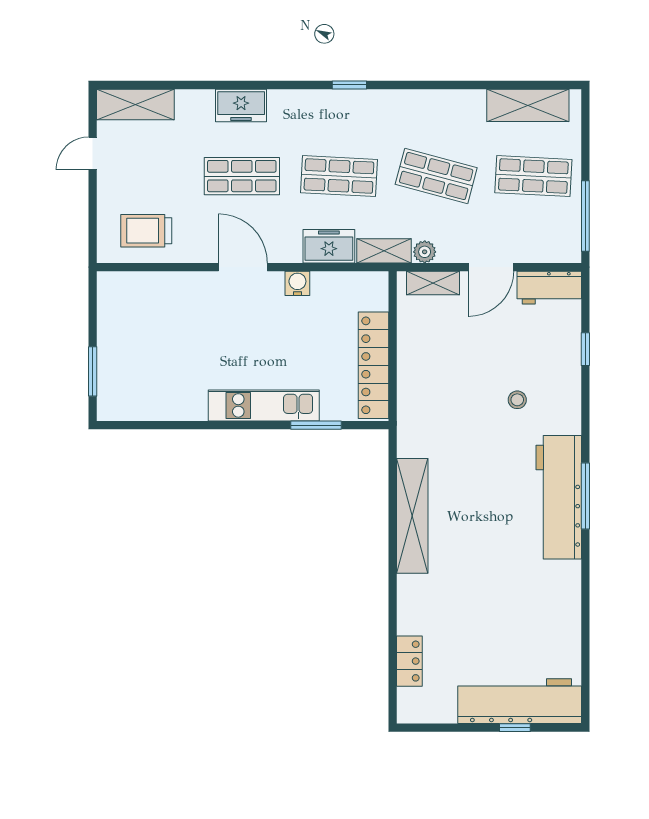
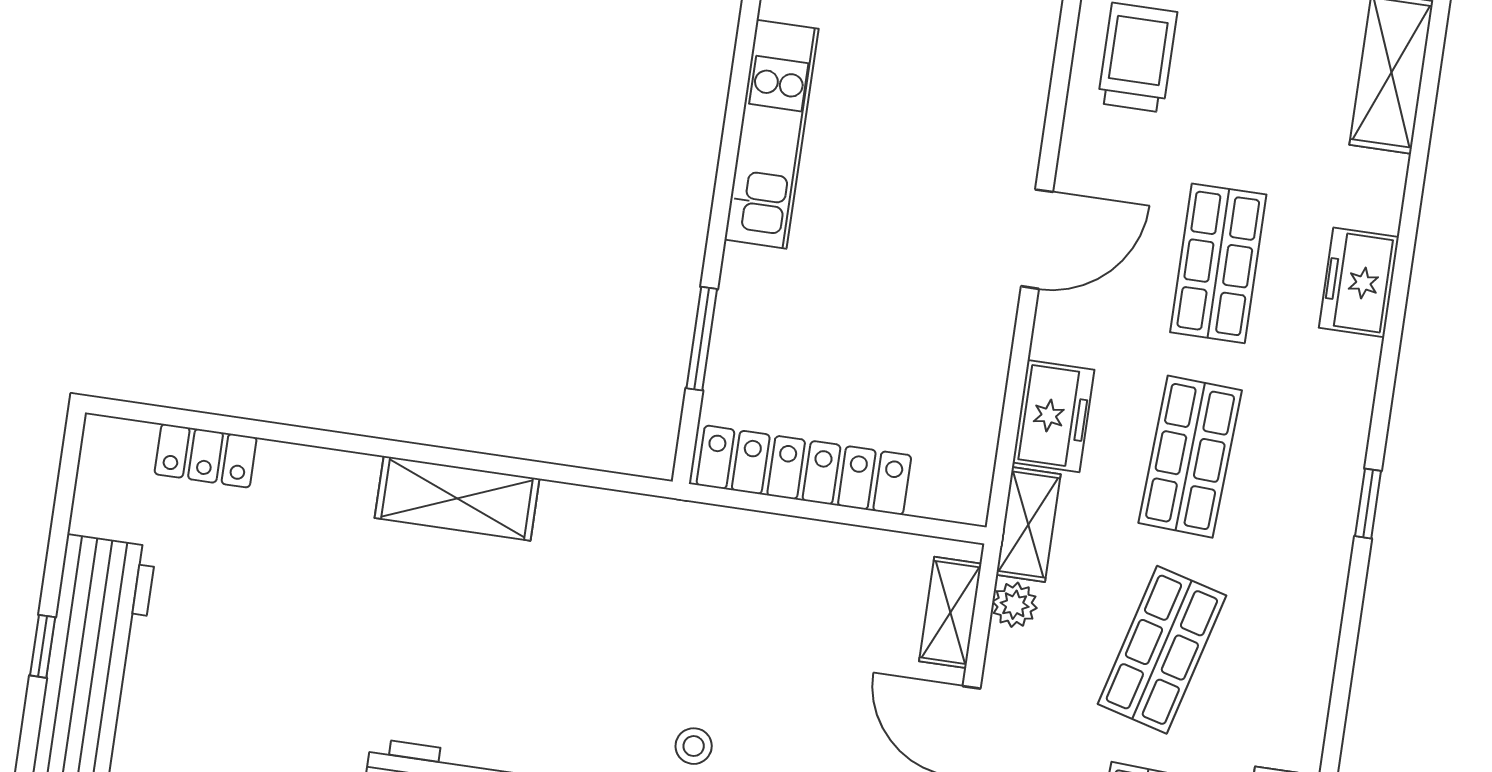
water cooler: (297, 283) -> (989, 343), removed
kitchen unit: (264, 405) -> (771, 134), moved
shelving: (412, 516) -> (457, 498), width x0.68

